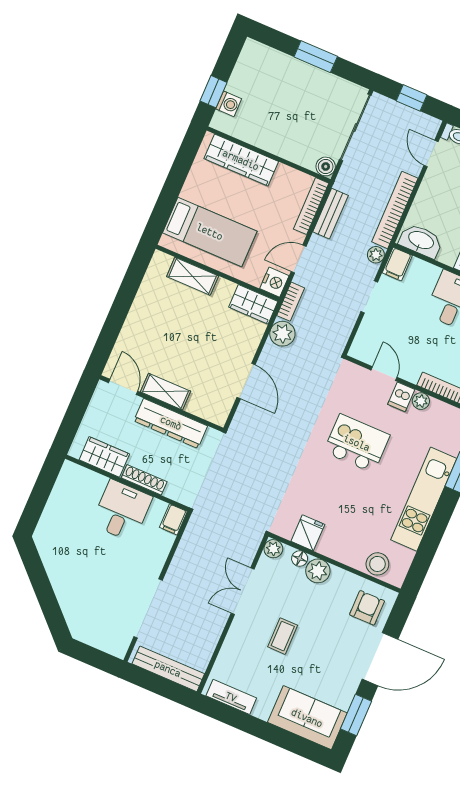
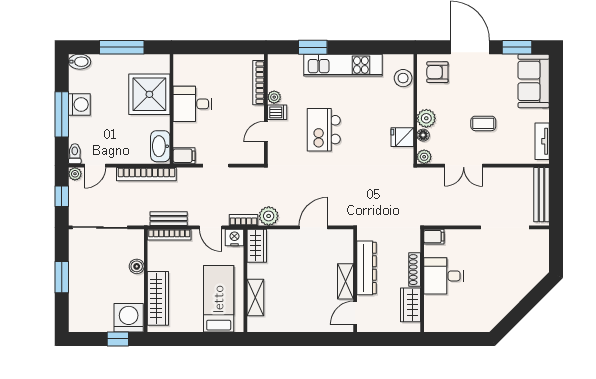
washing machine: (229, 104) -> (129, 318), width x1.89, depth x1.89
boiler: (326, 166) -> (137, 266), moved
plant: (376, 255) -> (75, 174), moved

